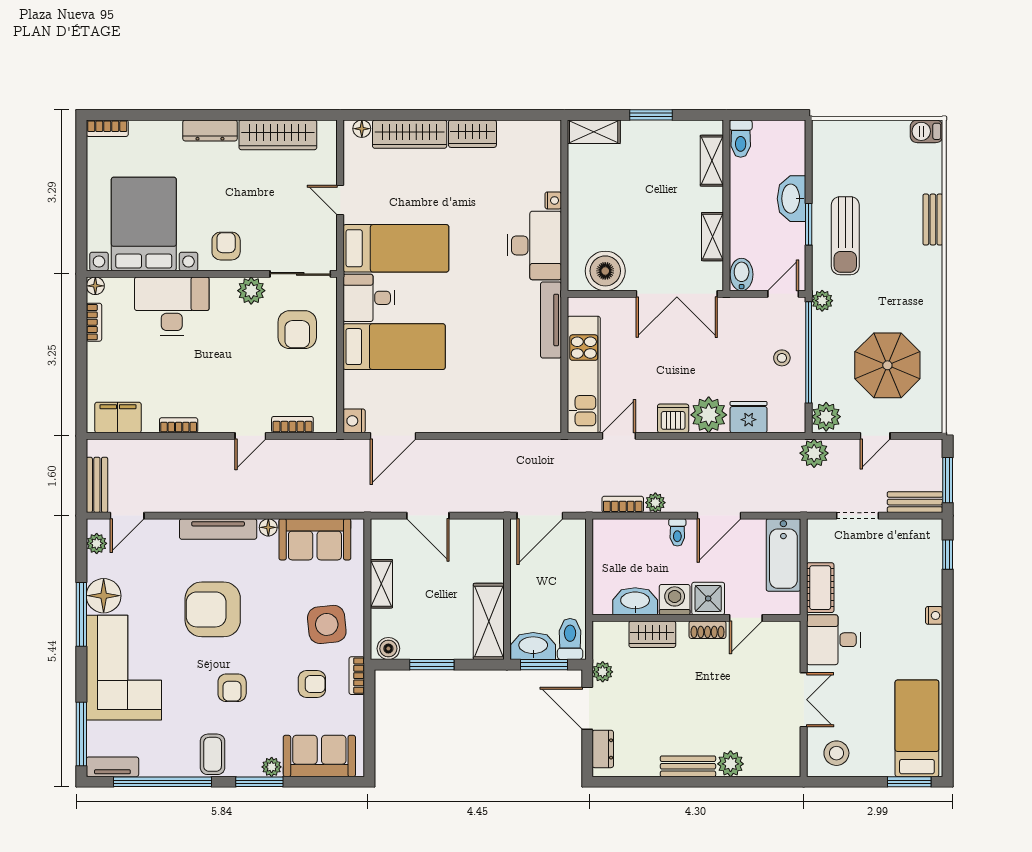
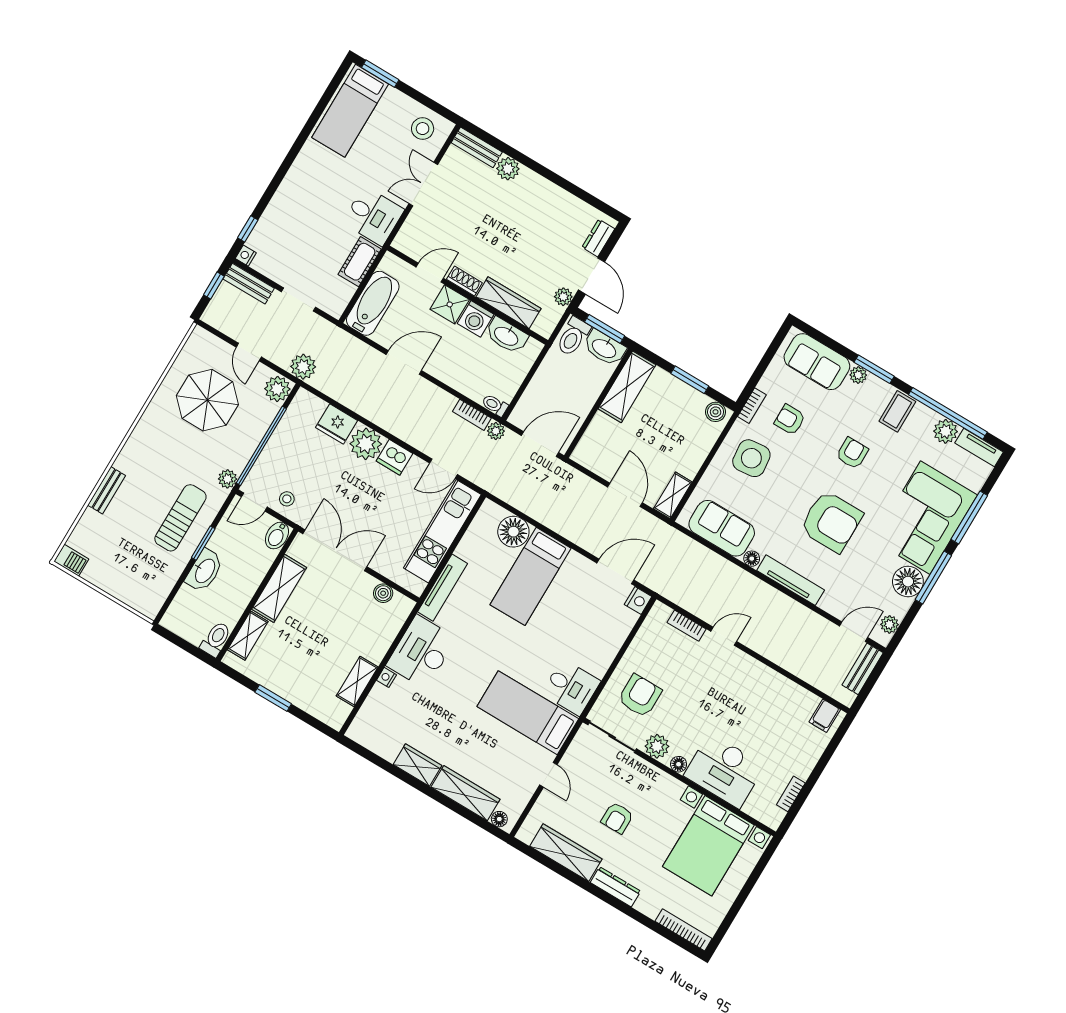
bookcase: (107, 128) -> (684, 930), width x1.56
shelving: (594, 132) -> (357, 682), moved, turned 90
shelving: (712, 237) -> (279, 588), width x1.50, depth x1.33
armchair: (226, 246) -> (617, 818), moved
boiler: (605, 271) -> (383, 593), width x0.54, depth x0.54
floor lamp: (95, 286) -> (679, 764), moved
bed: (394, 347) -> (531, 576), moved, turned -90
stool: (782, 358) -> (287, 499), moved
floor lamp: (515, 415) -> (513, 532), added
filing cabinet: (118, 417) -> (825, 716), width x0.50
bookcase: (179, 425) -> (773, 677), removed
door: (875, 436) -> (249, 352), swing flipped
window: (948, 480) -> (214, 286), width x0.67
plant: (655, 503) -> (496, 431), moved
toilet: (677, 532) -> (495, 405), moved, turned -90
shelving: (381, 584) -> (673, 495), moved
nightstand: (934, 615) -> (246, 256), moved
wardrobe: (652, 634) -> (508, 303), width x1.50
window: (81, 734) -> (969, 517), moved
plant: (154, 763) -> (946, 431), added
bench: (688, 766) -> (477, 147), moved

